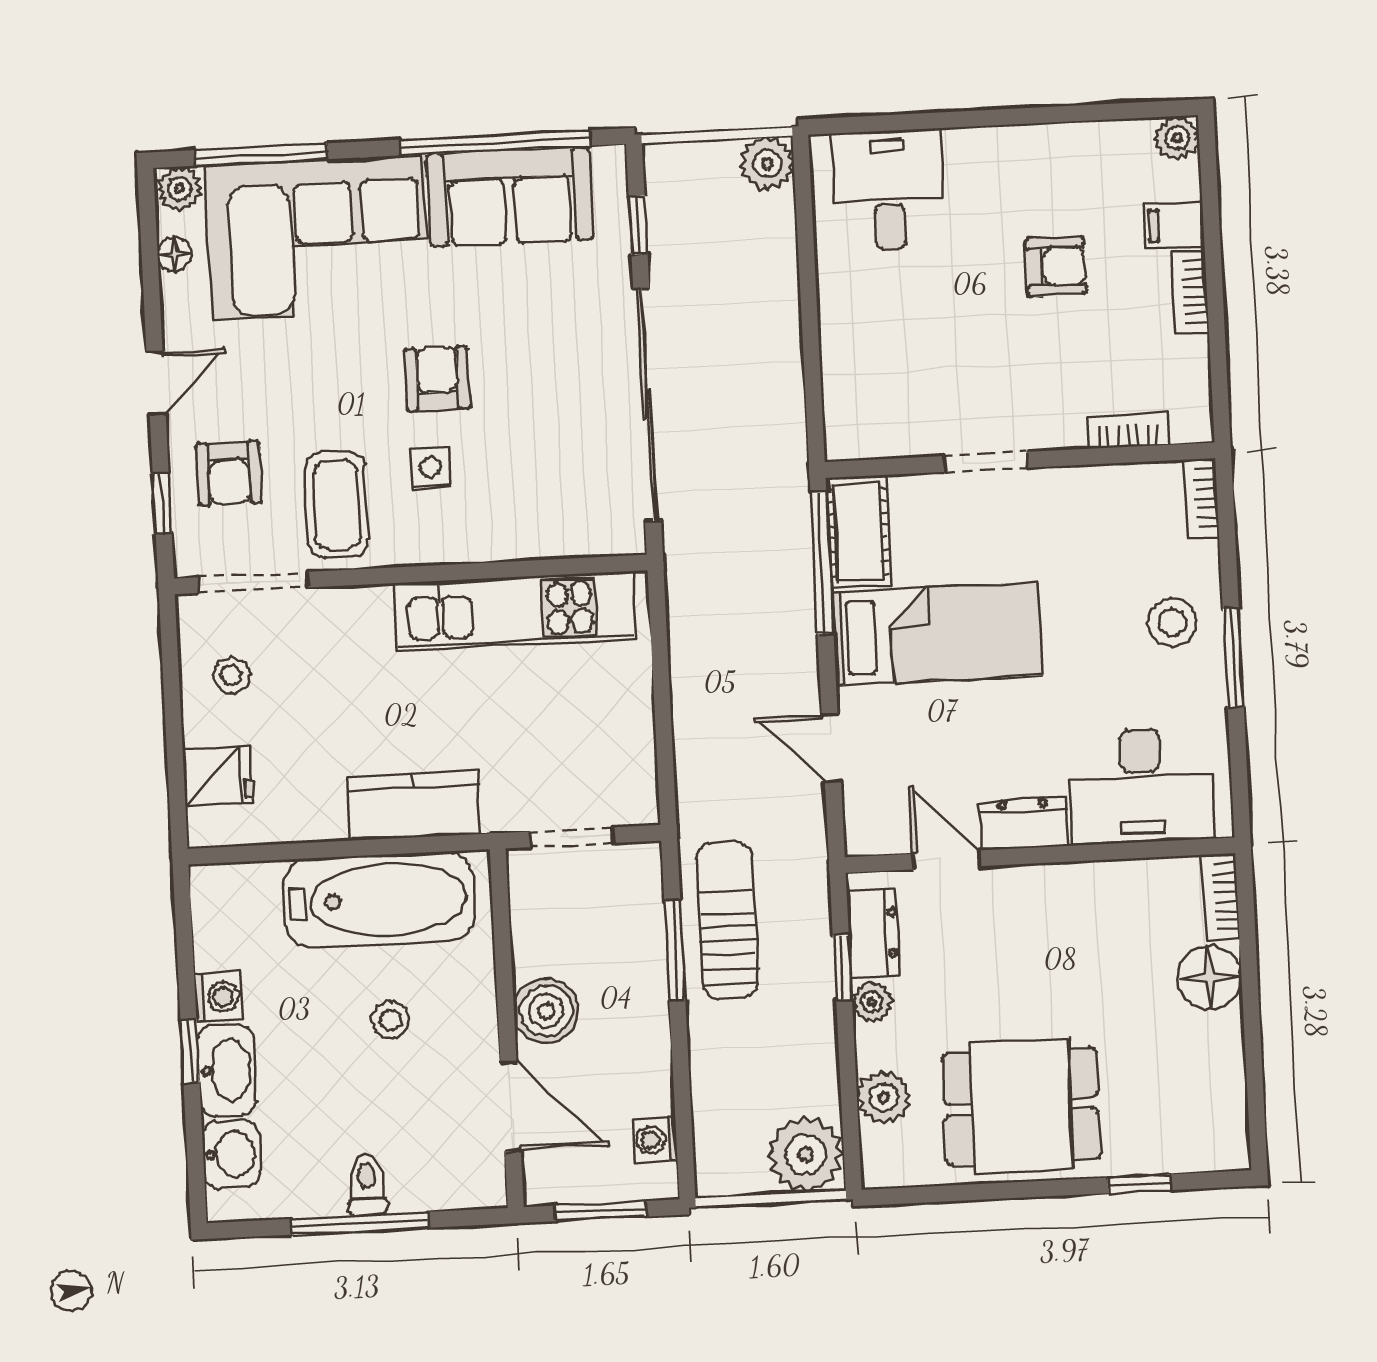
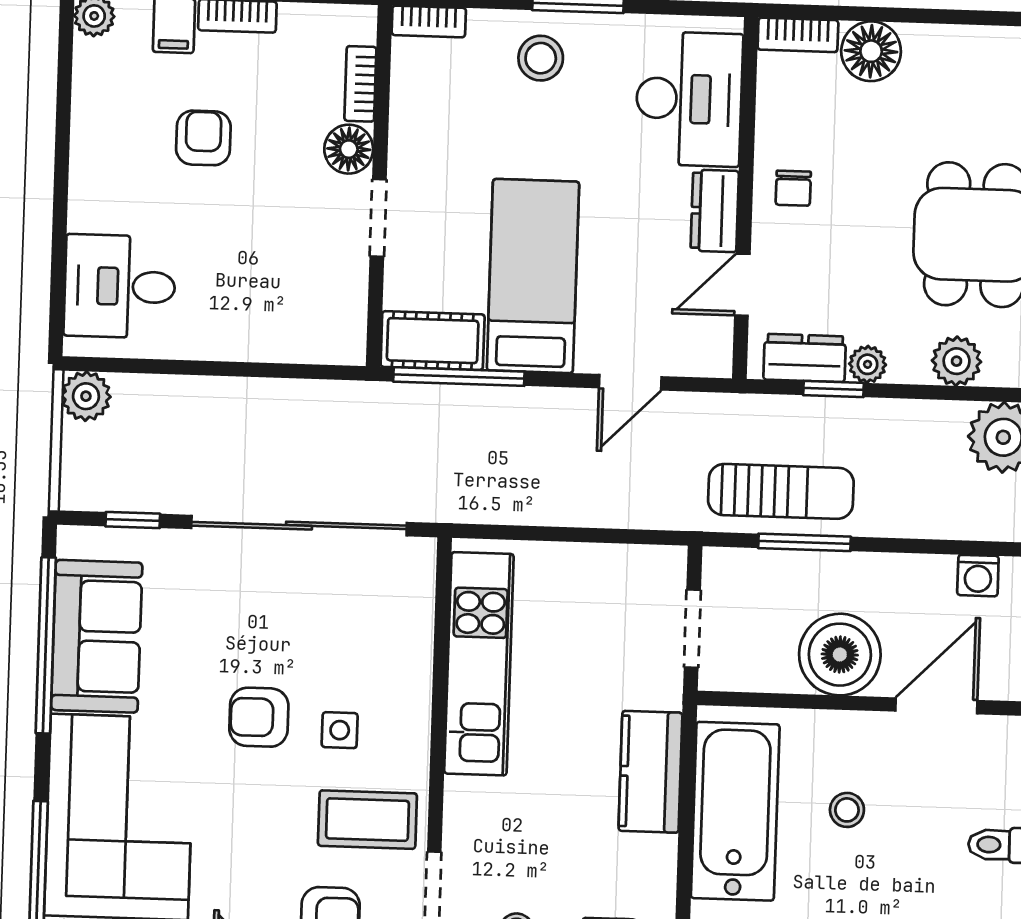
floor lamp: (1057, 424) -> (349, 149), added
chair: (1055, 906) -> (793, 188), added
sun lounger: (727, 920) -> (781, 491), turned 180
boiler: (546, 1011) -> (840, 655), width x1.37, depth x1.37

